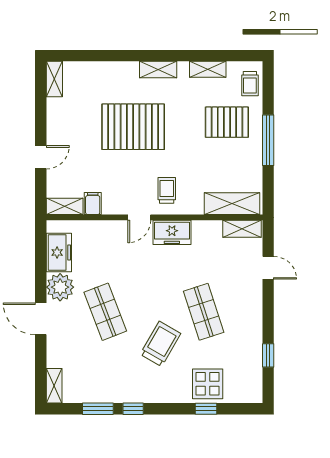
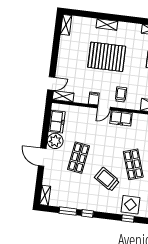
shelving: (158, 69) -> (107, 24), moved
door: (41, 157) -> (51, 84), moved
filing cabinet: (93, 203) -> (94, 98), moved
shop shelf: (105, 312) -> (79, 158), turned 30
trolley: (160, 344) -> (107, 179), turned -87

